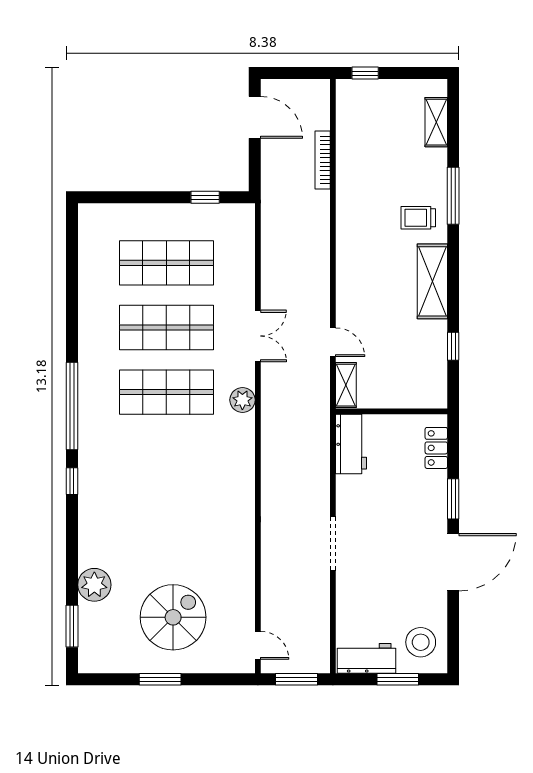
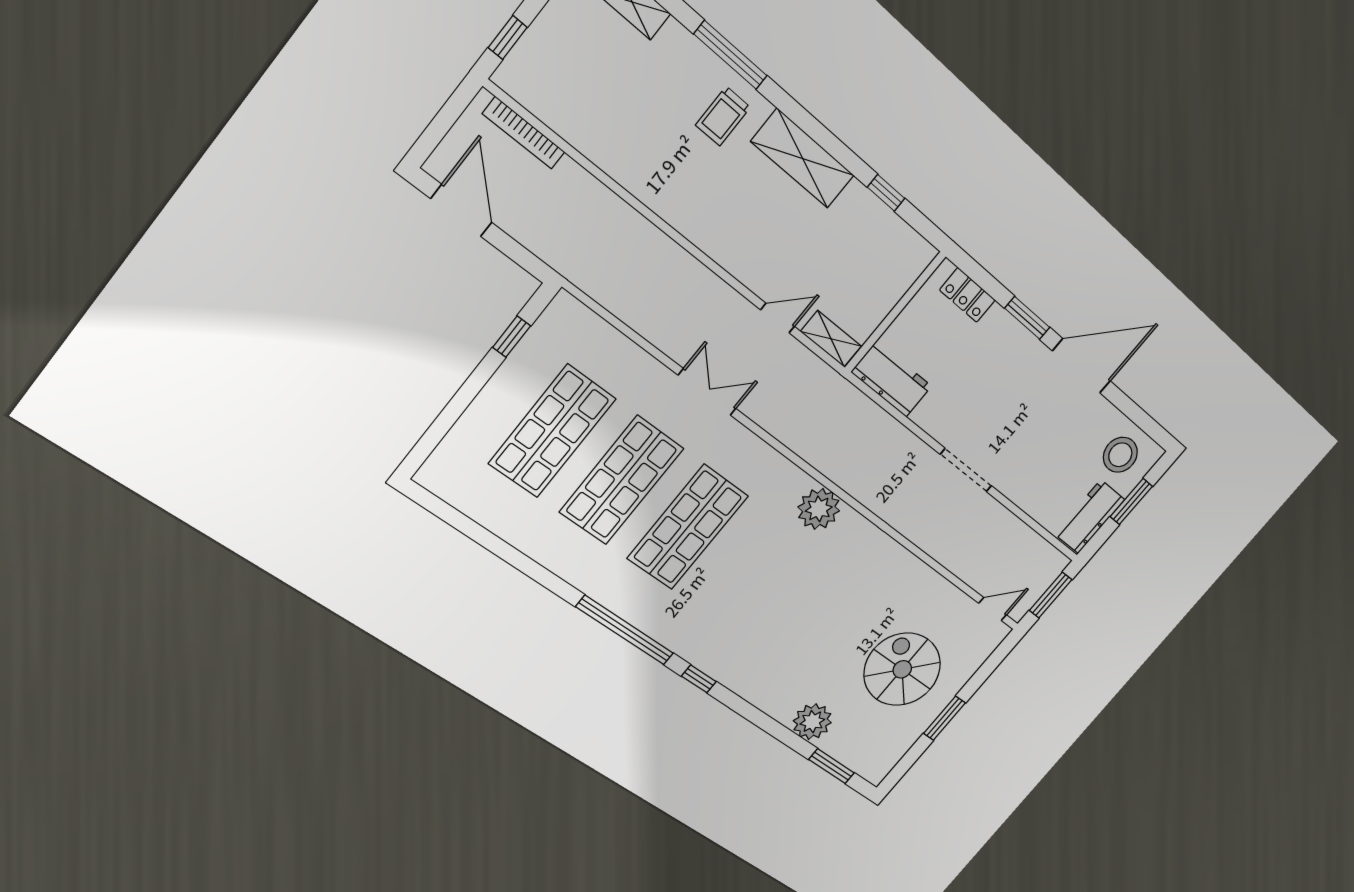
door: (255, 117) -> (461, 211), hinge flipped
bookcase: (323, 160) -> (524, 133), moved
plant: (242, 400) -> (819, 509), moved, width x1.36, depth x1.36
door: (453, 562) -> (1081, 366), hinge flipped

